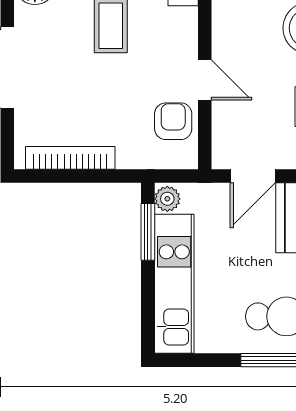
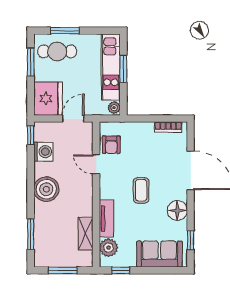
bookcase: (70, 158) -> (168, 127), width x0.64
window: (148, 232) -> (123, 69), moved

